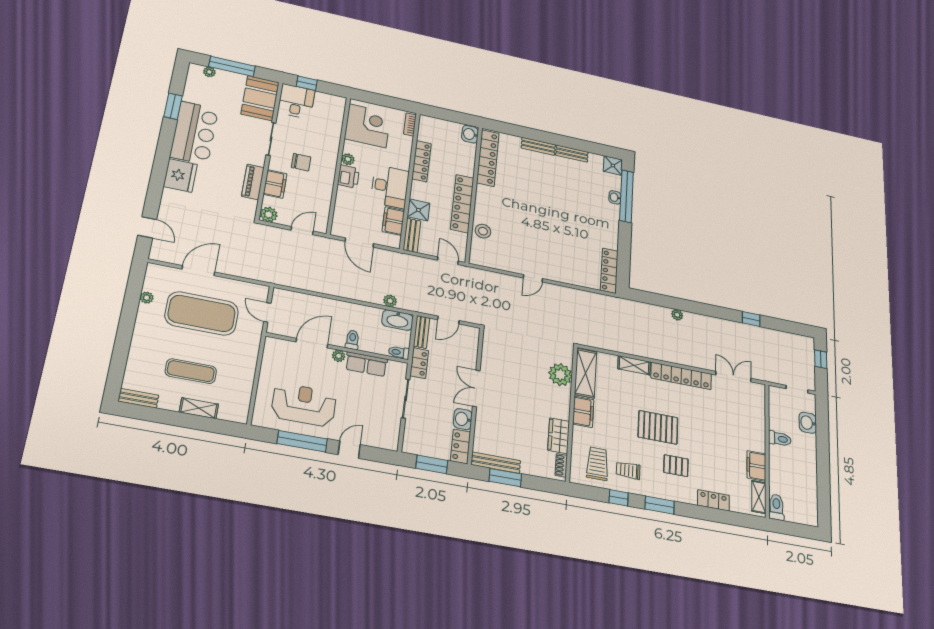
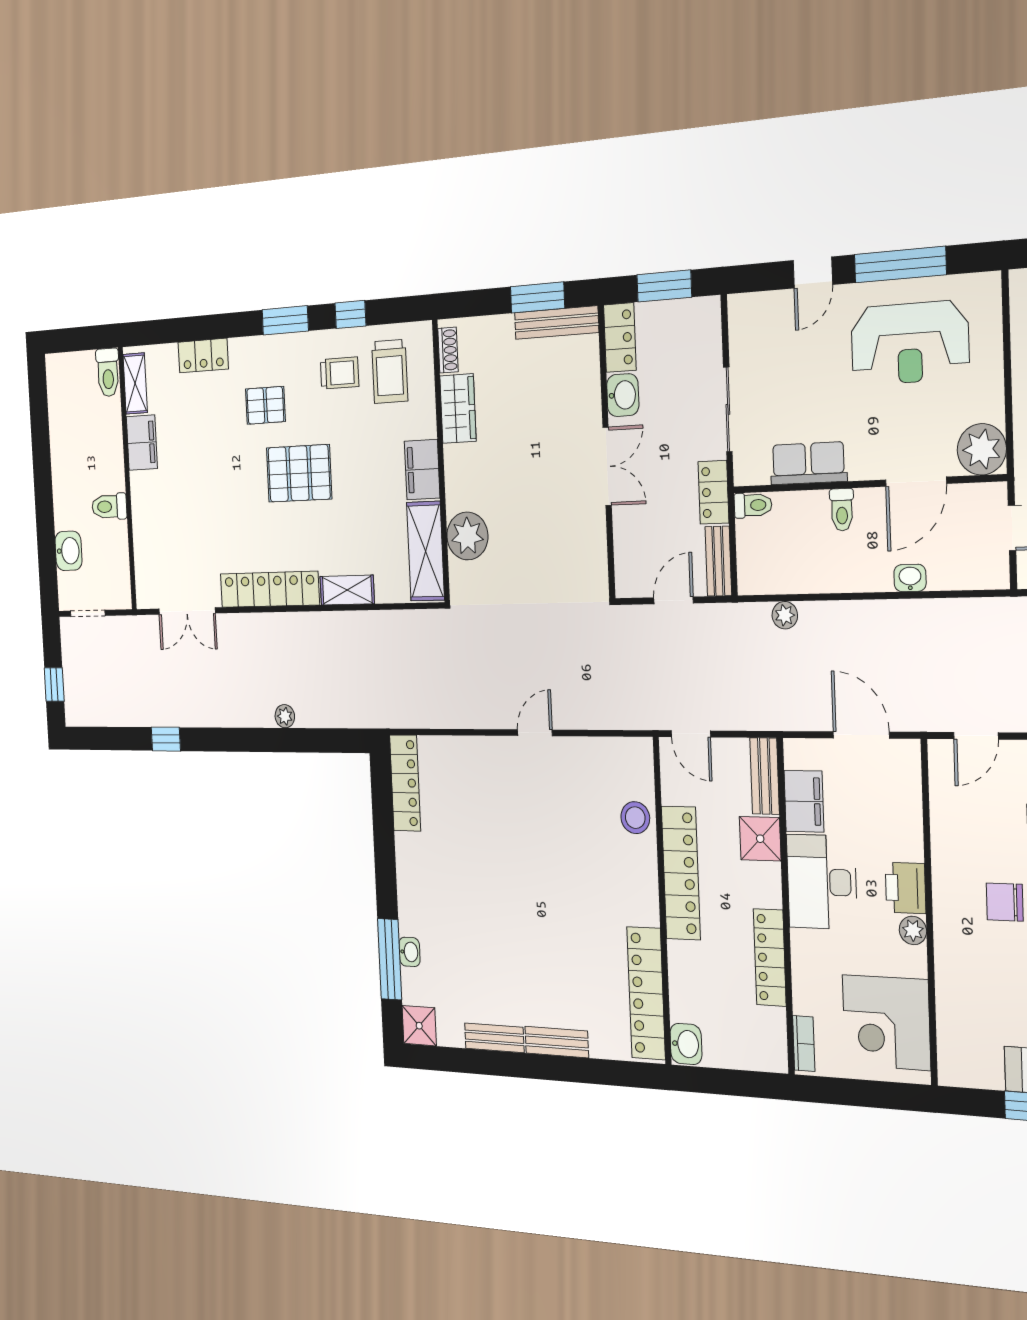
window: (626, 196) -> (390, 959), width x0.68
washbasin: (398, 320) -> (910, 578), moved, width x0.52, depth x0.69
plant: (339, 356) -> (982, 449), moved, width x1.87, depth x1.87

